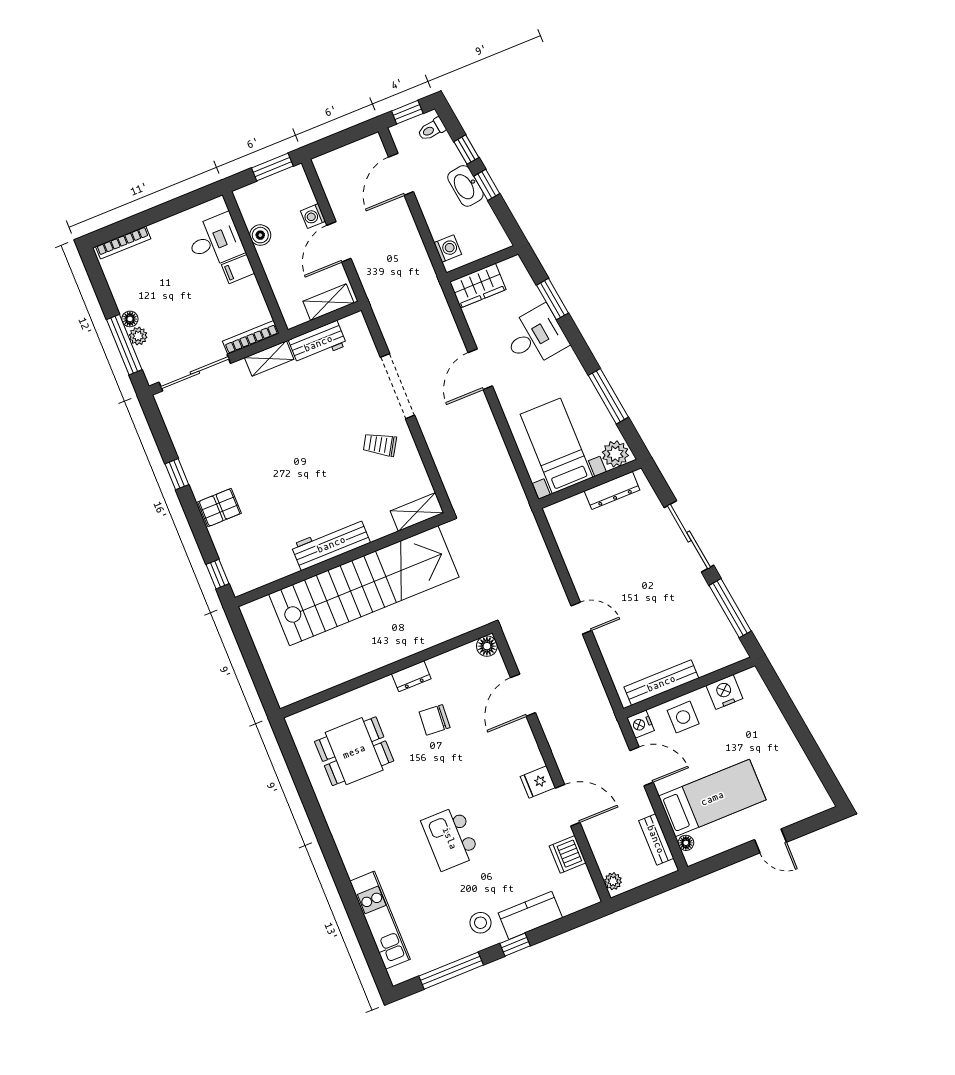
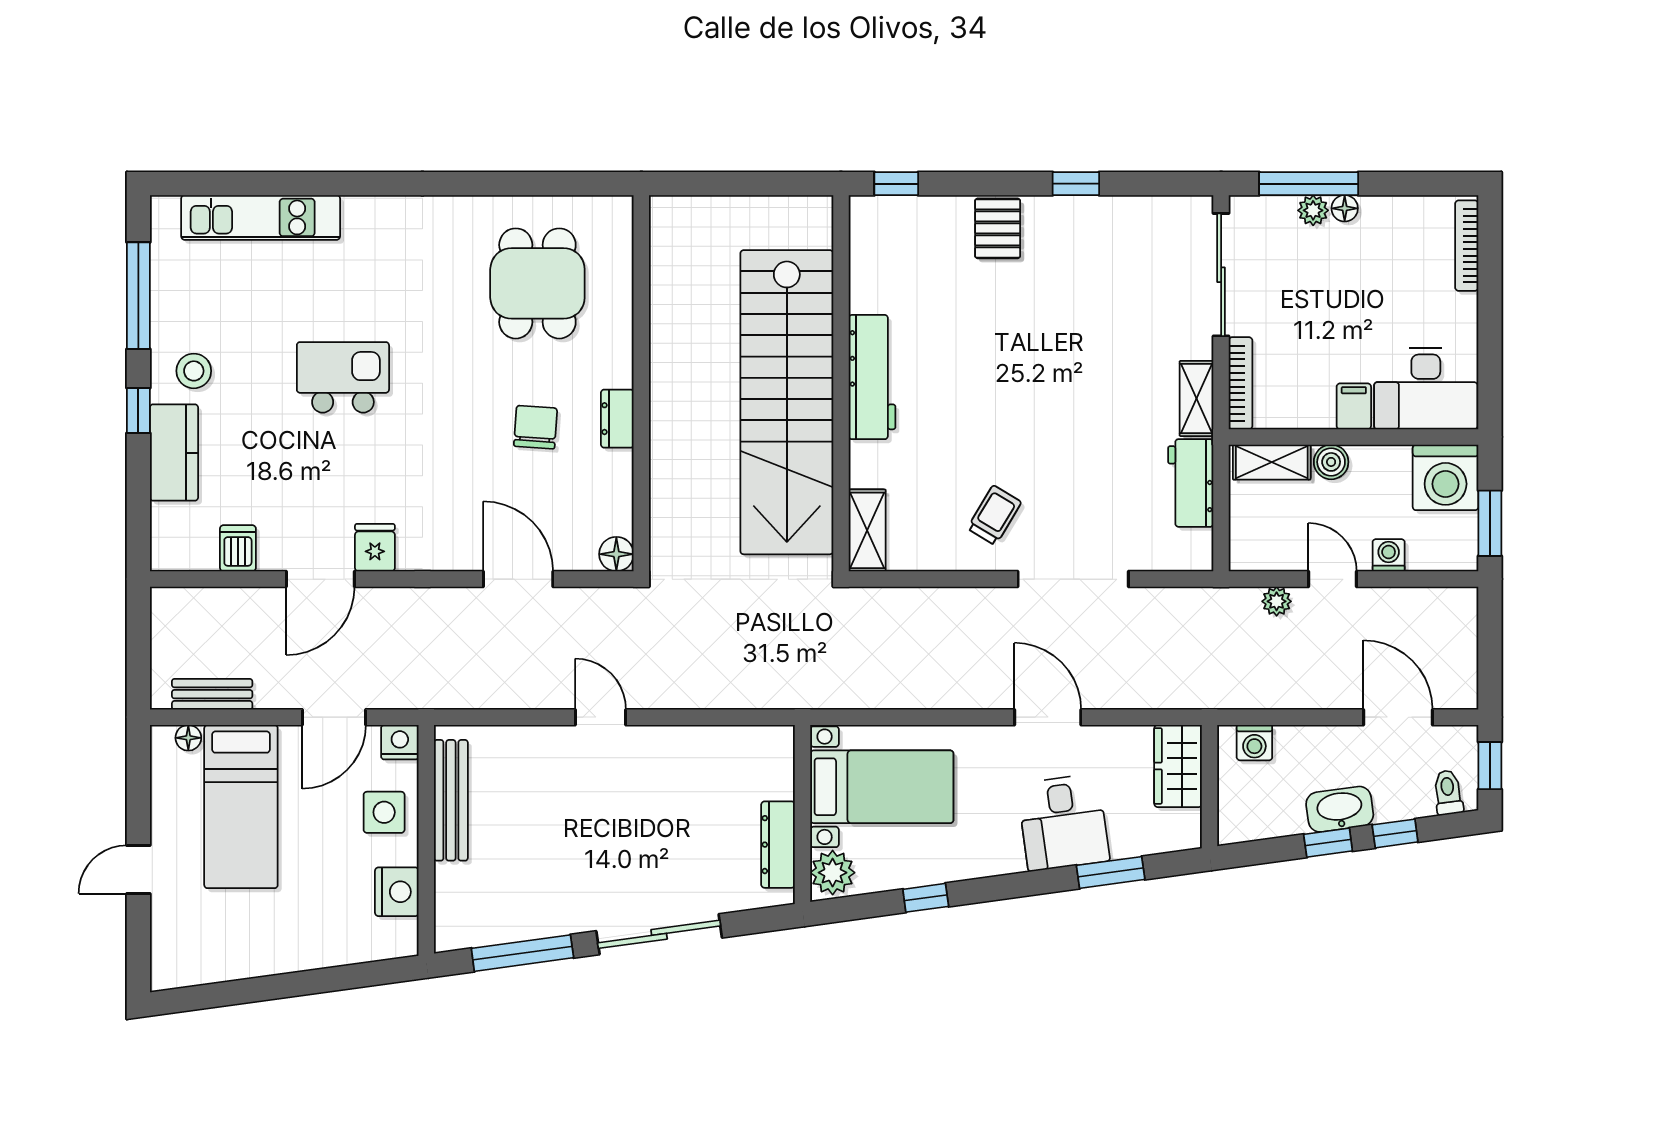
washing machine: (257, 202) -> (1446, 477), added
boiler: (260, 235) -> (1331, 462), moved
desk: (215, 241) -> (1426, 389), width x1.37
door: (339, 242) -> (1332, 579), width x0.73
shelving: (328, 302) -> (1272, 462), moved, turned 90
window: (608, 396) -> (926, 898), width x0.46
door: (581, 618) -> (601, 717), swing flipped
dishwasher: (568, 854) -> (238, 548), width x0.73
plant: (613, 881) -> (1277, 601), moved

